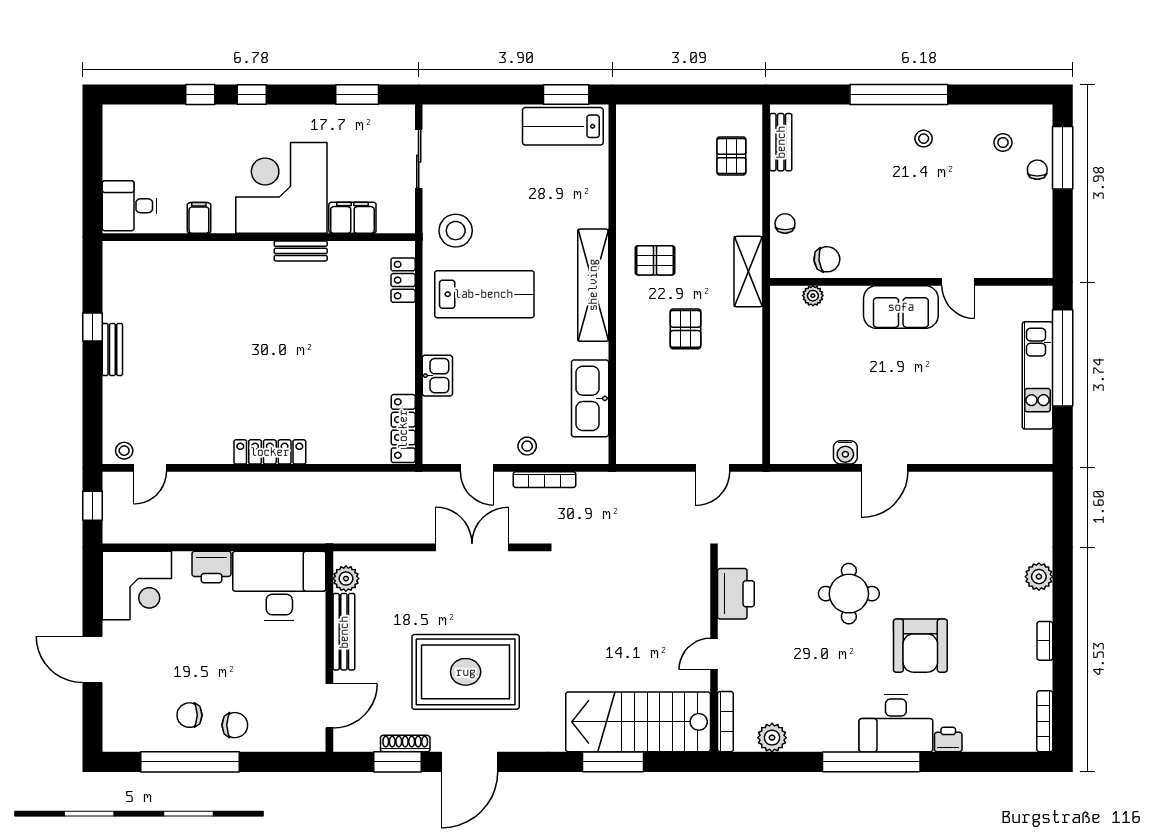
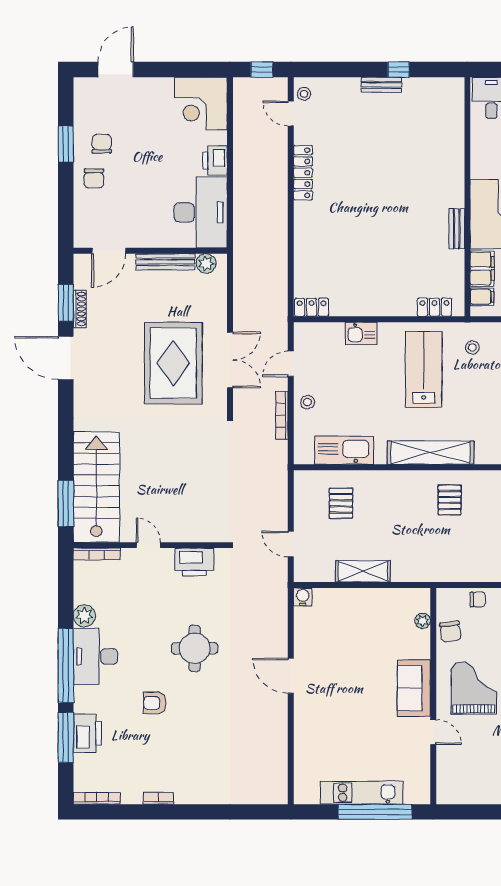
filing cabinet: (199, 218) -> (482, 297), moved
grand piano: (901, 229) -> (474, 688), added
stool: (456, 231) -> (472, 347), width x0.53, depth x0.53
shelving: (748, 272) -> (363, 571), moved
door: (958, 282) -> (433, 732), swing flipped
lab bench: (484, 294) -> (424, 369), turned 180
pallet: (685, 329) -> (341, 503), moved, turned 90
locker: (403, 429) -> (311, 307), width x0.66
locker: (270, 452) -> (303, 173), moved
water cooler: (845, 452) -> (303, 597), moved, turned 90
plant: (1039, 577) -> (208, 794), removed
armchair: (920, 646) -> (155, 703), width x0.53, depth x0.53
door: (92, 660) -> (116, 70), moved
rug: (466, 672) -> (173, 363), moved
door: (329, 706) -> (109, 251), hinge flipped
desk: (896, 723) -> (95, 656), moved
plant: (772, 738) -> (84, 616), moved
printer: (948, 740) -> (87, 733), width x1.87, depth x1.48
window: (190, 762) -> (66, 144), width x0.47
window: (613, 762) -> (66, 504), moved
window: (965, 762) -> (66, 737), added

